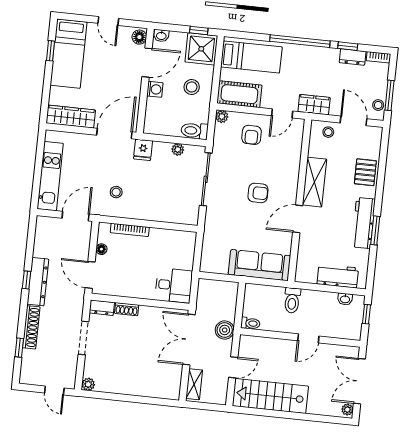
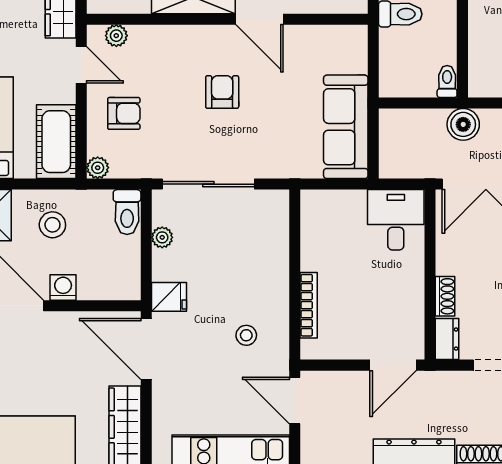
plant: (297, 135) -> (116, 36), added
floor lamp: (101, 249) -> (347, 350), removed
sofa: (259, 265) -> (346, 127), moved

